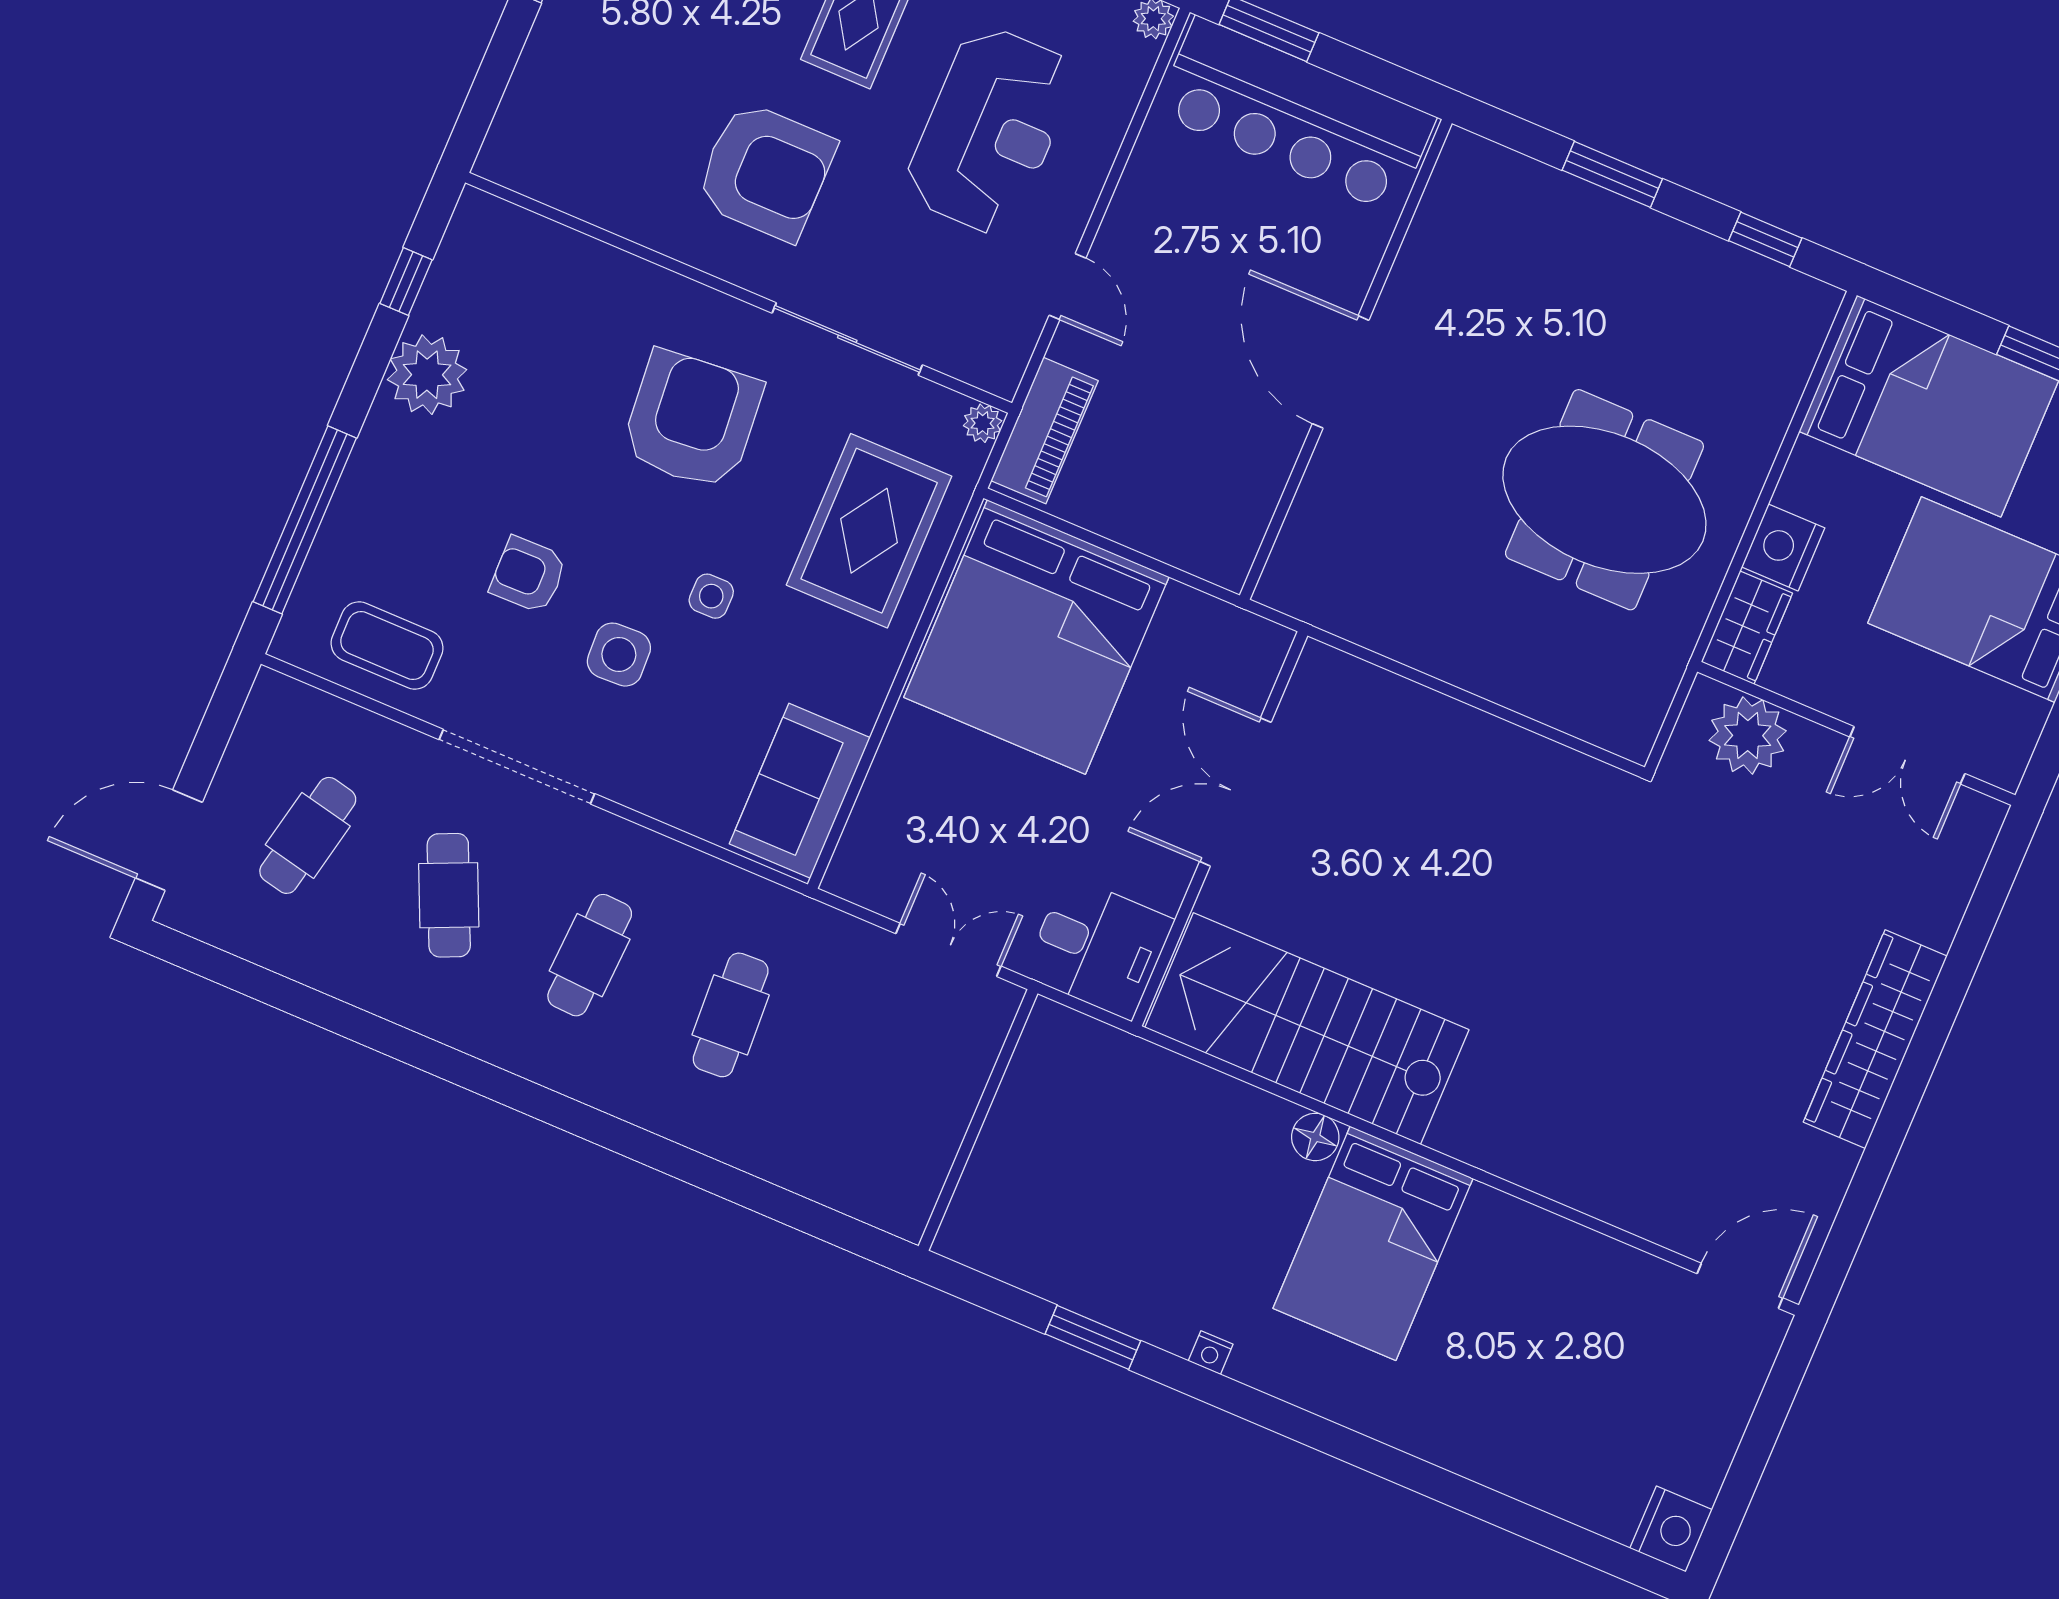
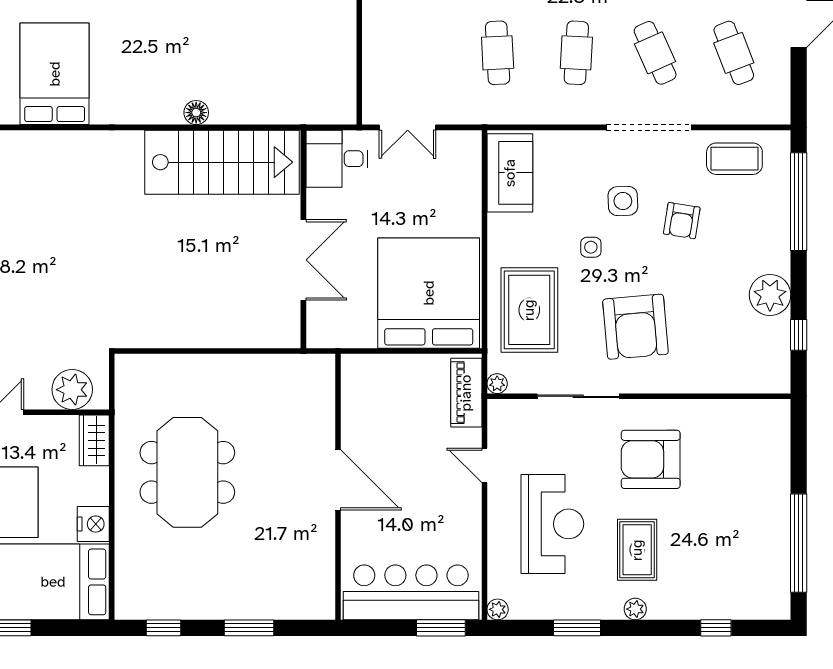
reception desk: (990, 130) -> (552, 524), turned 180
meeting table: (1604, 500) -> (187, 472), turned 90
nightstand: (1783, 547) -> (93, 524), moved
armchair: (528, 575) -> (682, 221), turned 100
cafe table: (308, 835) -> (734, 53), turned -33
bed: (1373, 1243) -> (55, 74), moved

